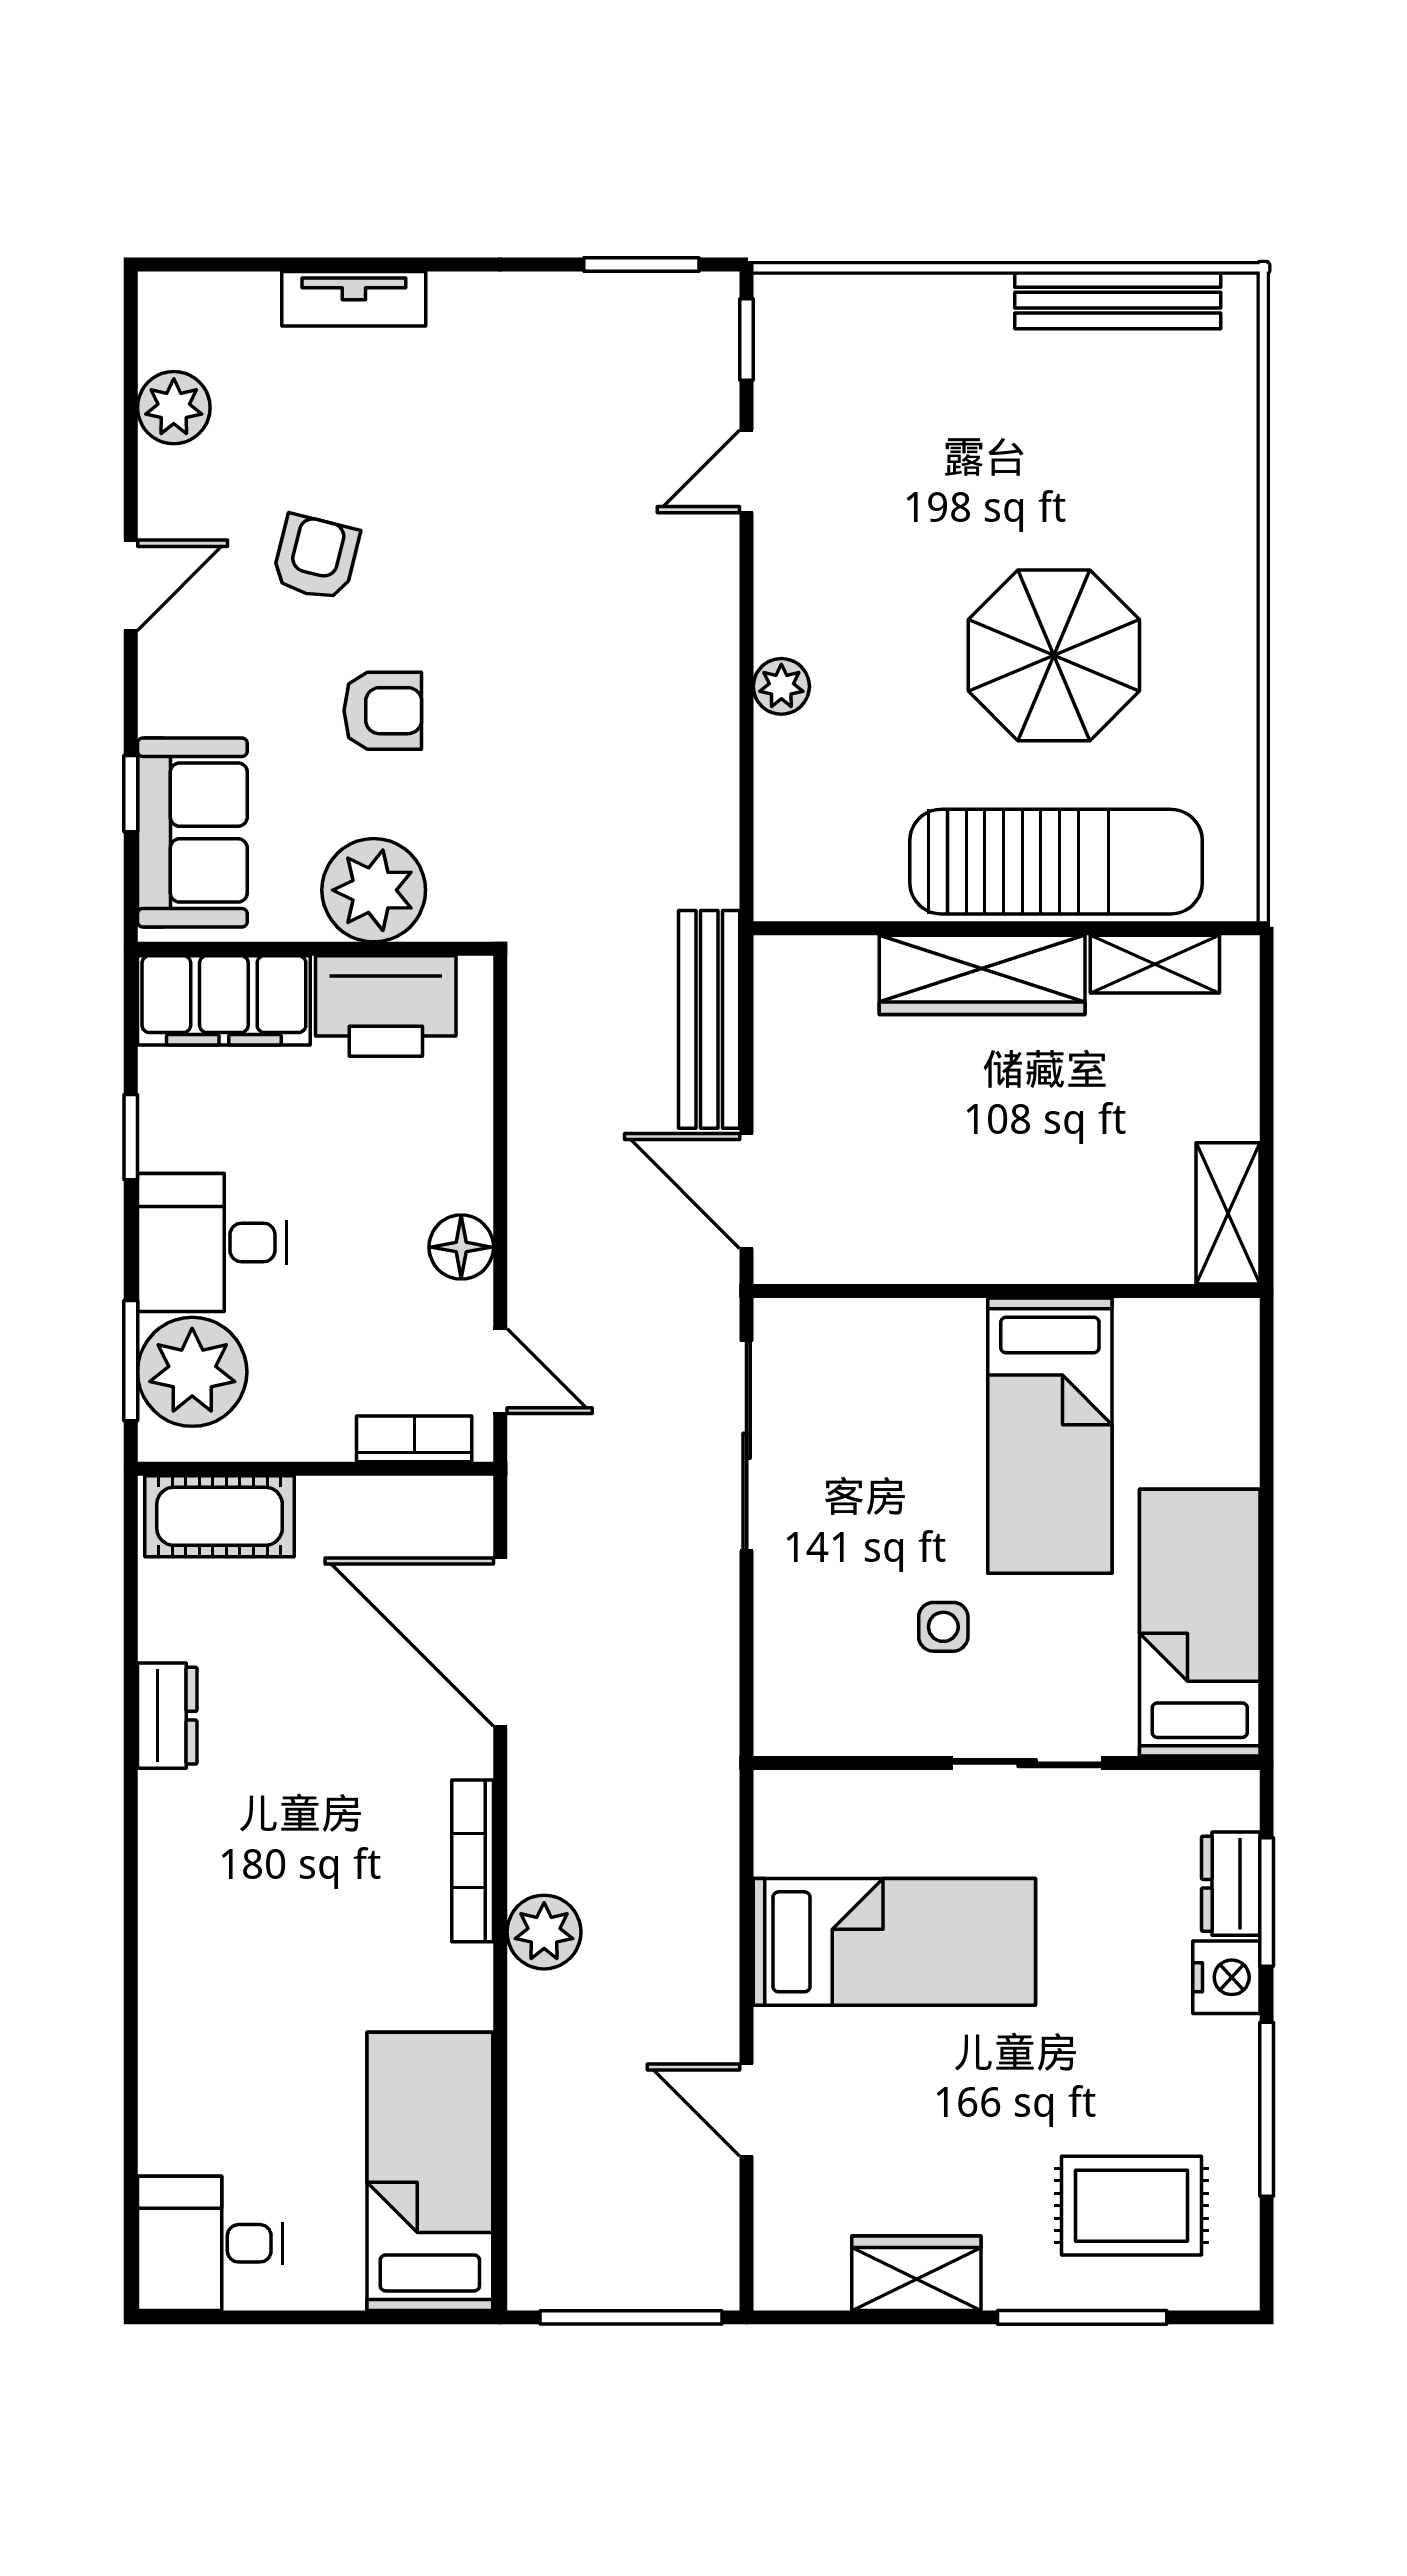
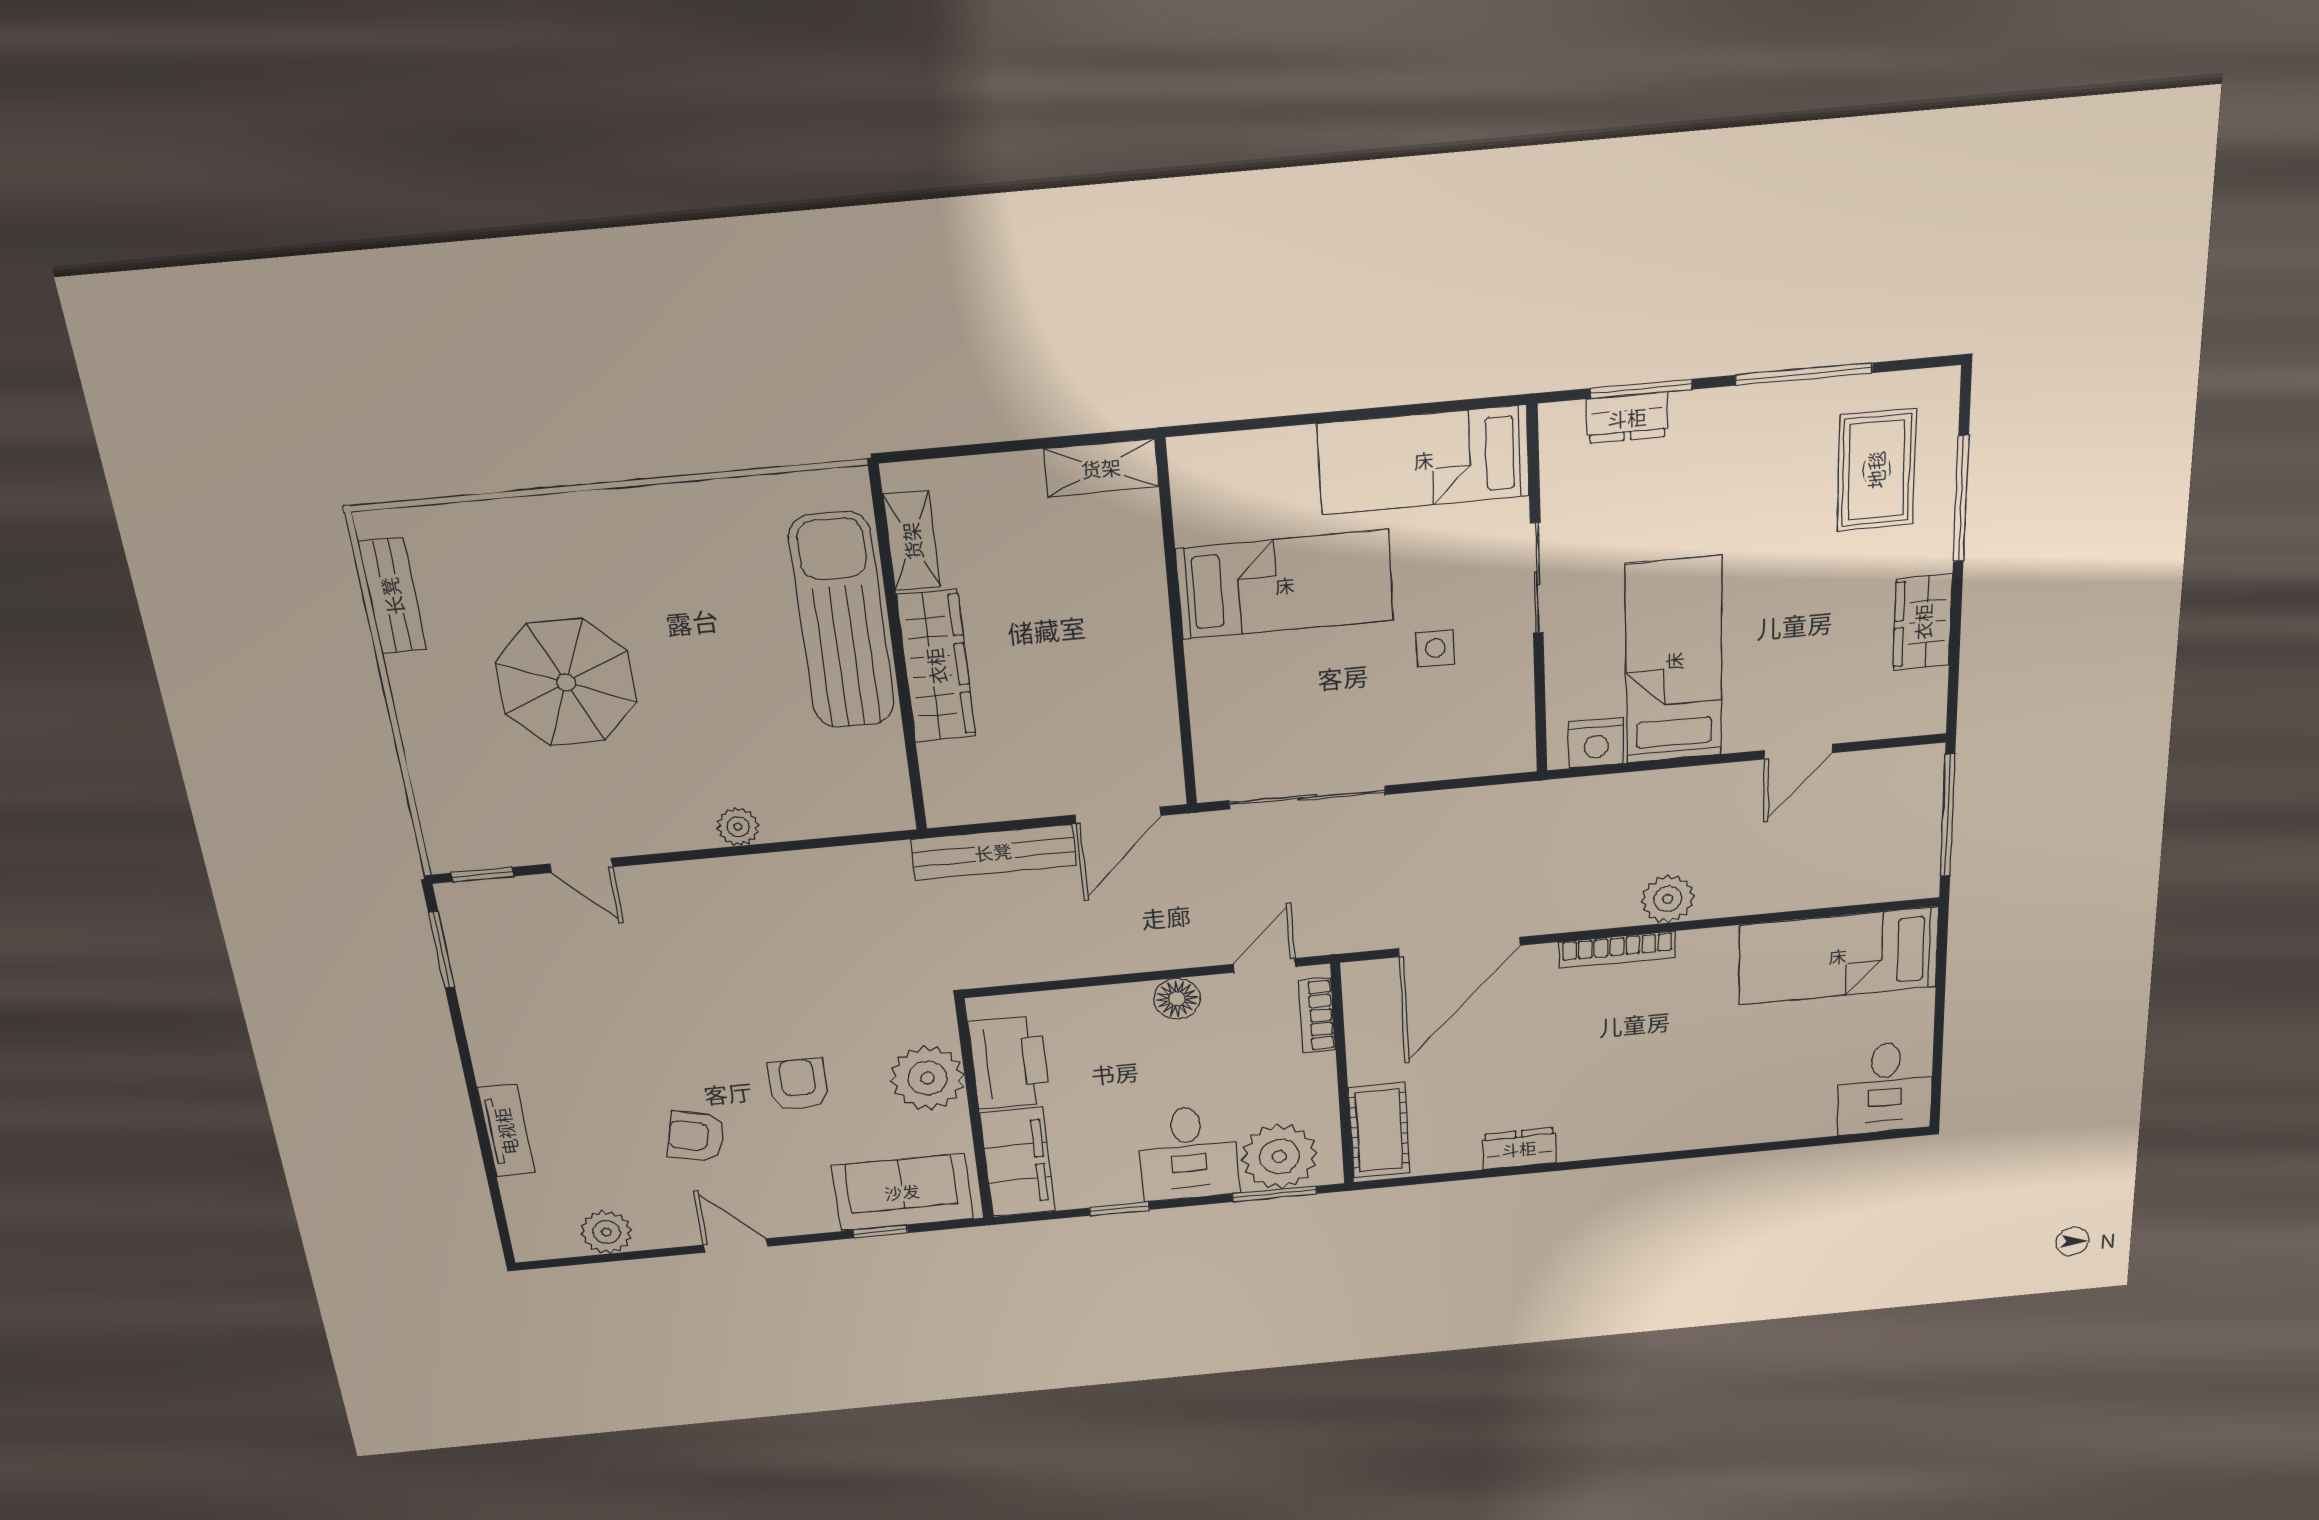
bench: (1118, 300) -> (392, 596), width x0.73
parasol: (1054, 655) -> (566, 682), moved
nightstand: (1226, 1977) -> (1596, 743), moved, turned 180

